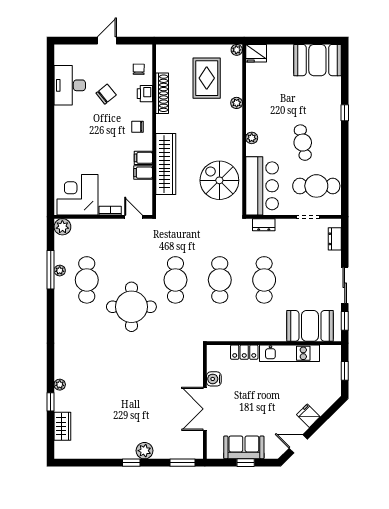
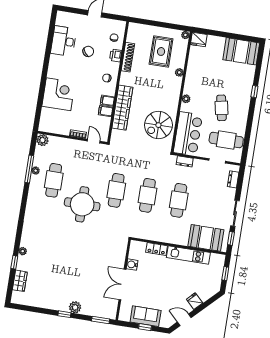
spiral stairs: (219, 180) -> (158, 125), turned -90
corner desk: (78, 195) -> (59, 94), moved, turned 90

